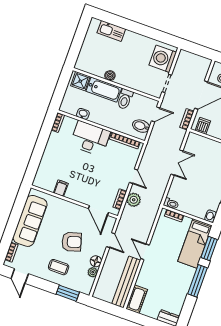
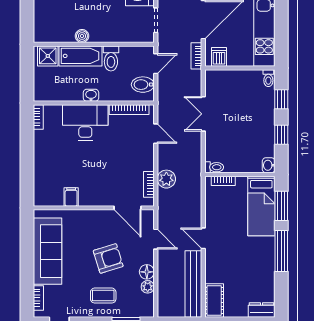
washbasin: (83, 114) -> (91, 95), moved
double door: (177, 163) -> (203, 114), swing flipped
door: (134, 176) -> (156, 134), moved

